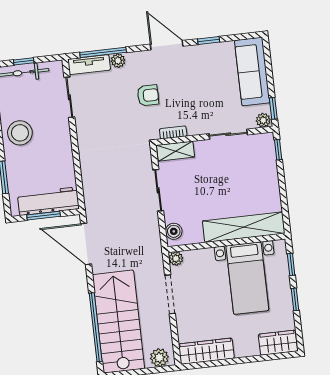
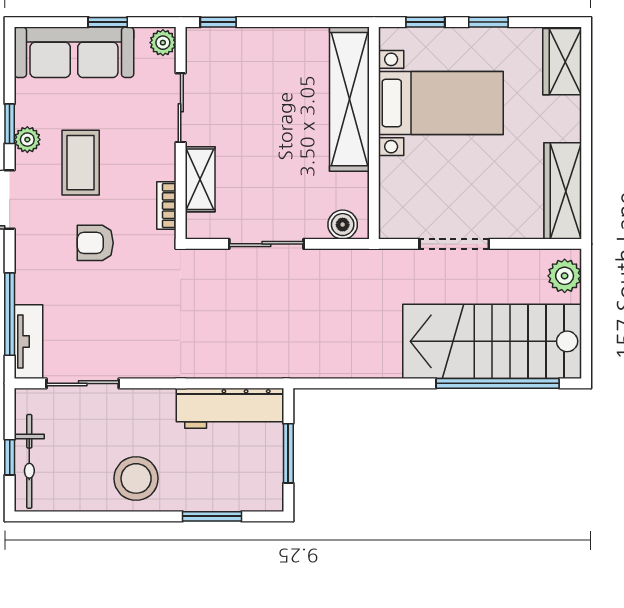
plant: (118, 61) -> (27, 140), moved
coffee table: (191, 82) -> (81, 163), added
armchair: (148, 95) -> (95, 243), turned -90
window: (273, 108) -> (108, 22), moved
shelving: (175, 151) -> (200, 179), moved
workbench: (48, 201) -> (230, 408), moved, turned -90
door: (86, 244) -> (347, 383), removed
plant: (176, 259) -> (392, 226), removed

